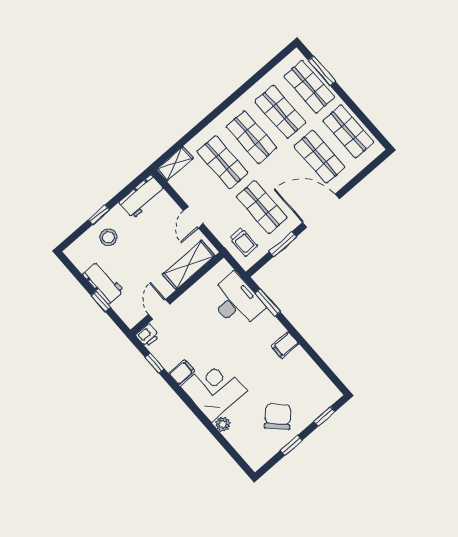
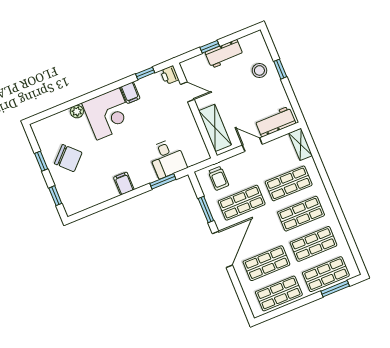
workbench: (142, 197) -> (275, 122), moved, turned 90
trolley: (243, 242) -> (218, 178), turned -90
desk: (236, 301) -> (167, 158), width x0.73

